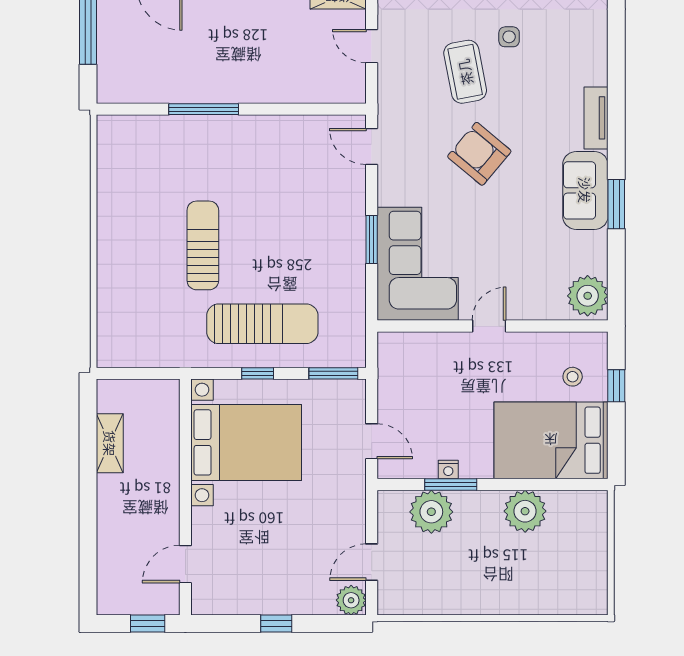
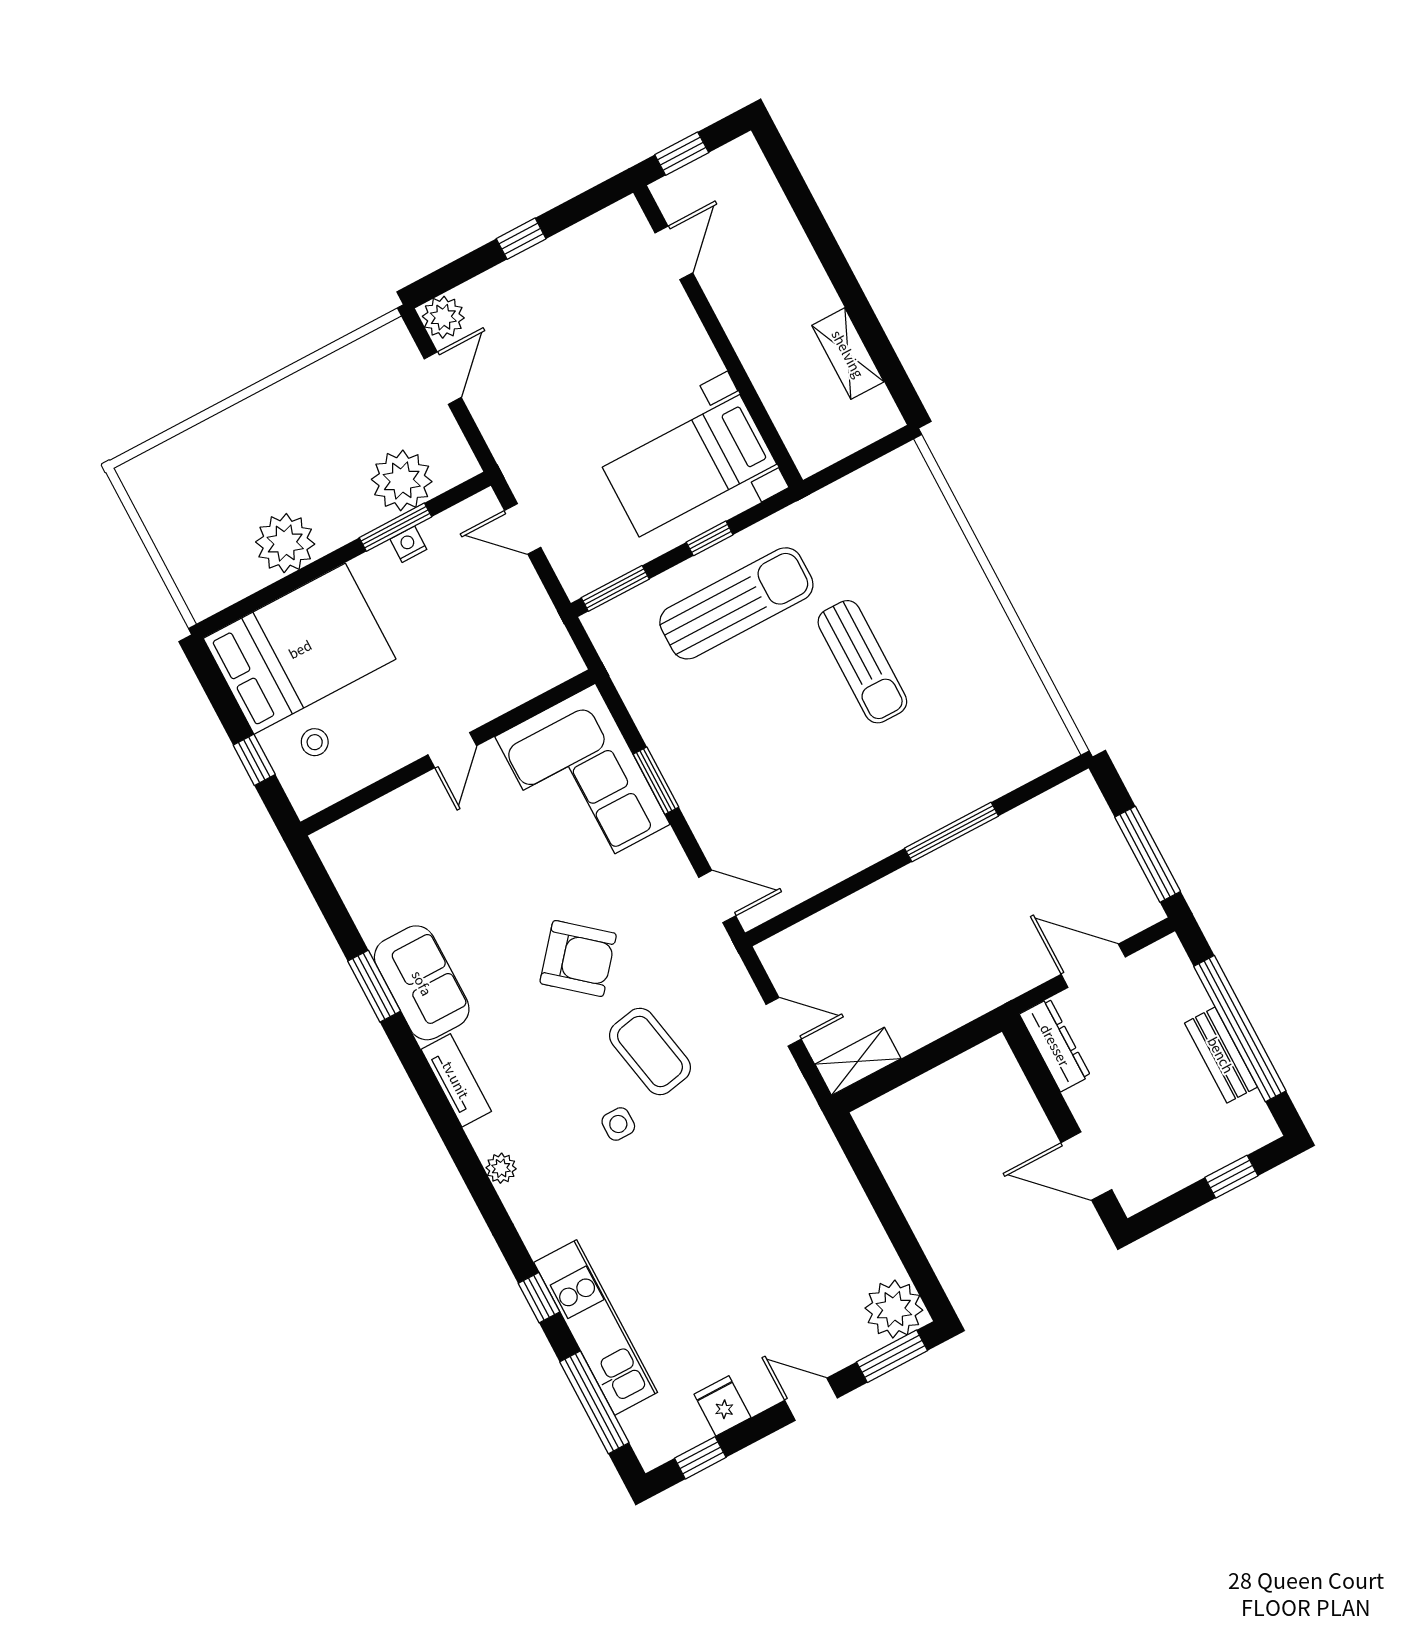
plant: (588, 296) -> (501, 1168), moved, width x0.53, depth x0.53
sun lounger: (262, 324) -> (736, 603), turned 180
bed with nightstands: (246, 442) -> (689, 466), width x0.73

